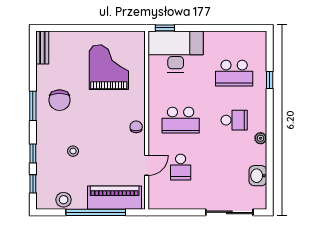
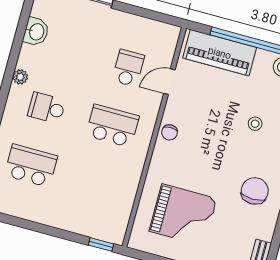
desk: (176, 52) -> (96, 212), removed
grand piano: (109, 67) -> (183, 215), turned -90

